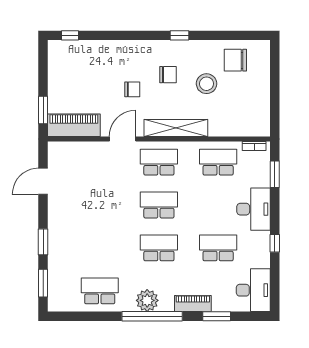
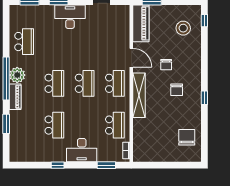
stool: (207, 84) -> (183, 28), moved
desk: (253, 290) -> (70, 17), moved, turned 180
piano: (193, 304) -> (15, 97), moved

